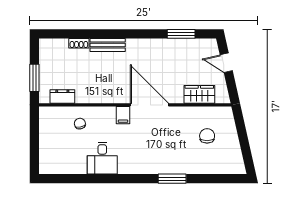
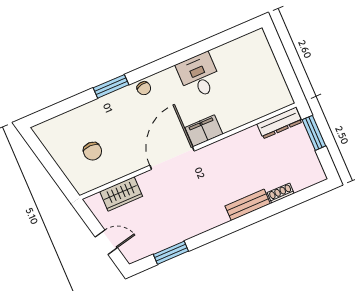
dresser: (62, 96) -> (280, 123), width x1.44
door: (149, 105) -> (172, 158), swing flipped
filing cabinet: (123, 115) -> (204, 131), width x2.00
chair: (80, 124) -> (144, 88), moved

